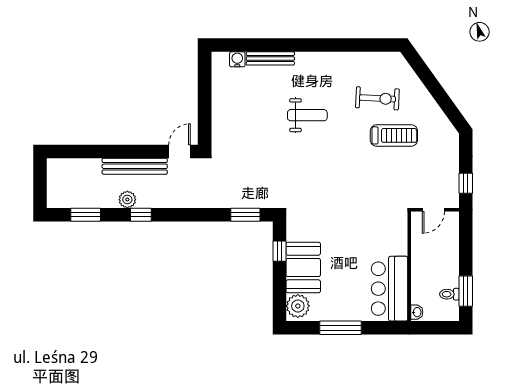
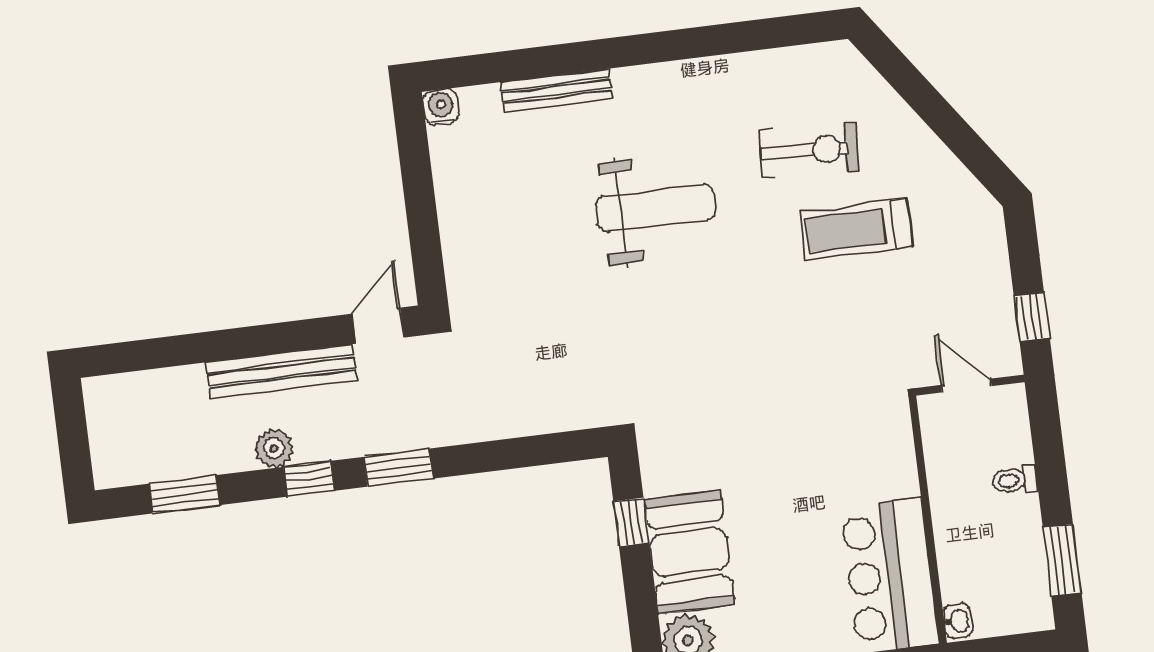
water cooler: (237, 59) -> (441, 107), moved
weight bench: (307, 115) -> (656, 208), width x1.36, depth x1.33
treadmill: (394, 135) -> (857, 229), turned 180
door: (433, 210) -> (966, 386), swing flipped
window: (245, 215) -> (398, 468), moved
toilet: (449, 294) -> (1015, 480), moved

